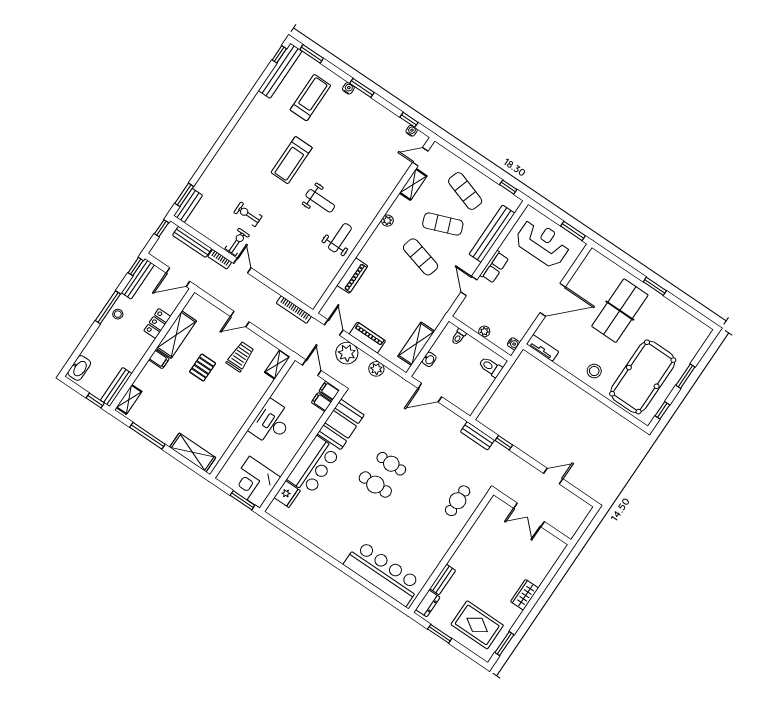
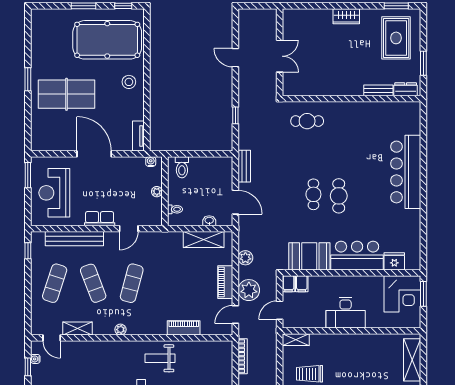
bench: (477, 436) -> (244, 166), moved
bar counter: (383, 573) -> (406, 172), moved

